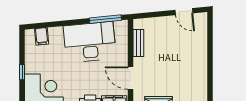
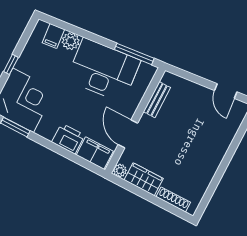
plant: (56, 34) -> (71, 41), added

